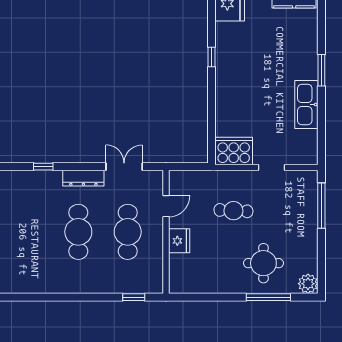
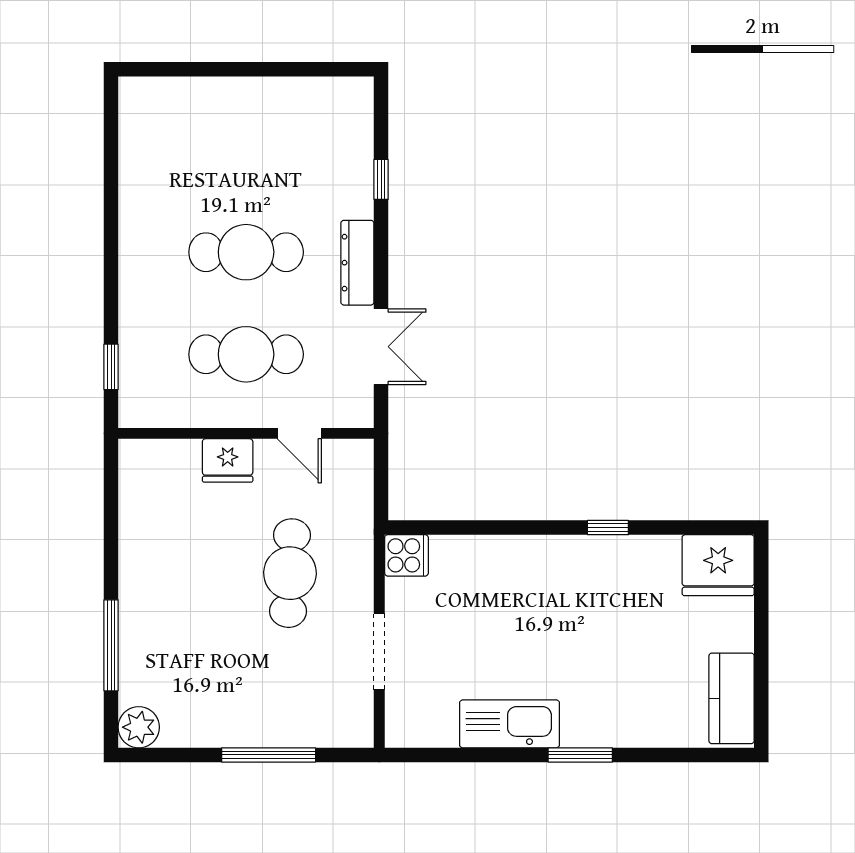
cooker: (234, 151) -> (406, 555), width x0.53, depth x0.76
doorway: (271, 167) -> (379, 652), width x1.38
window: (321, 206) -> (269, 755), moved
cafe table: (233, 211) -> (290, 573), width x1.37, depth x1.35
round table: (263, 263) -> (181, 635), removed

